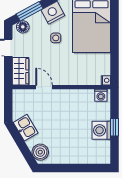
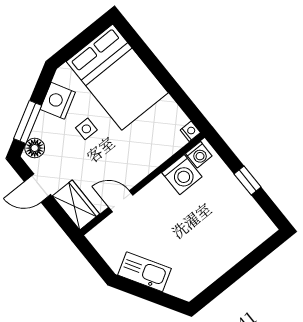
kitchen sink: (26, 128) -> (145, 272), width x1.38
washing machine: (101, 130) -> (182, 175), moved, turned -90
boiler: (40, 152) -> (181, 285), removed

